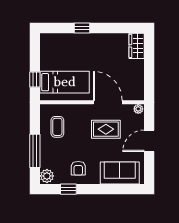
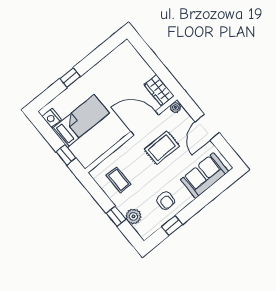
nightstand: (46, 46) -> (52, 118), added
wardrobe: (137, 46) -> (159, 90), moved
bed: (65, 82) -> (81, 121), moved
window: (35, 151) -> (116, 216), width x0.46
plant: (47, 176) -> (133, 216), moved

